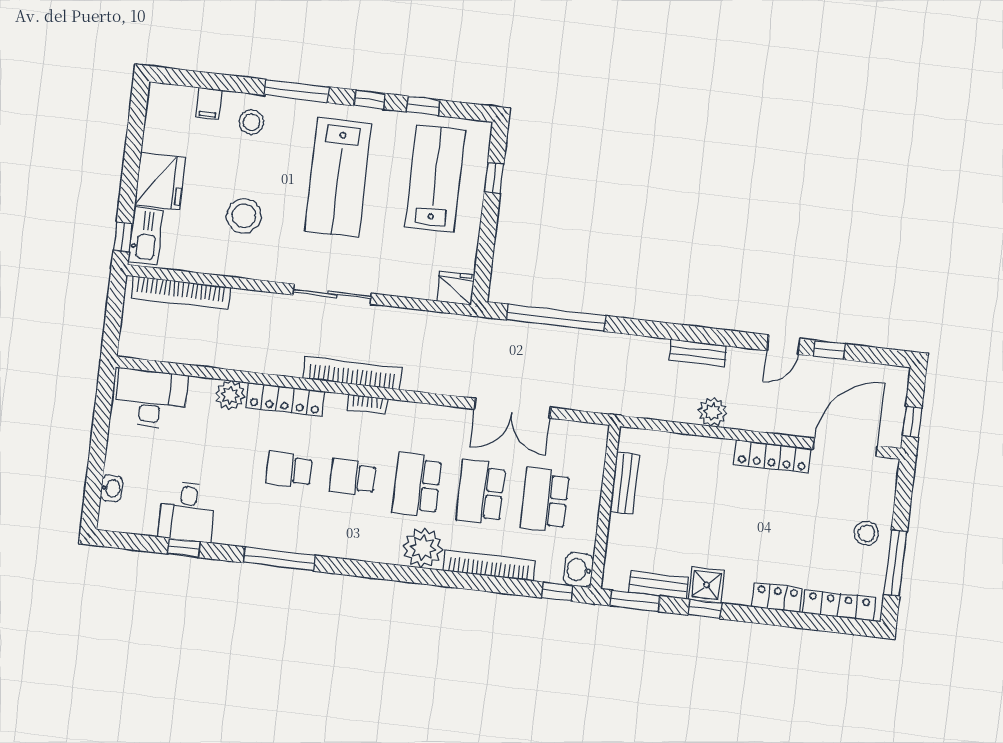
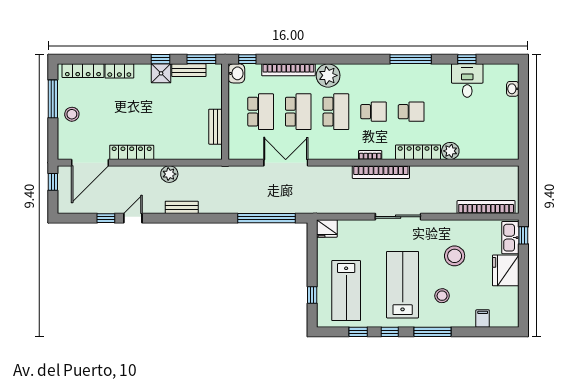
stool: (251, 122) -> (442, 296), moved
desk: (151, 399) -> (496, 144), removed

